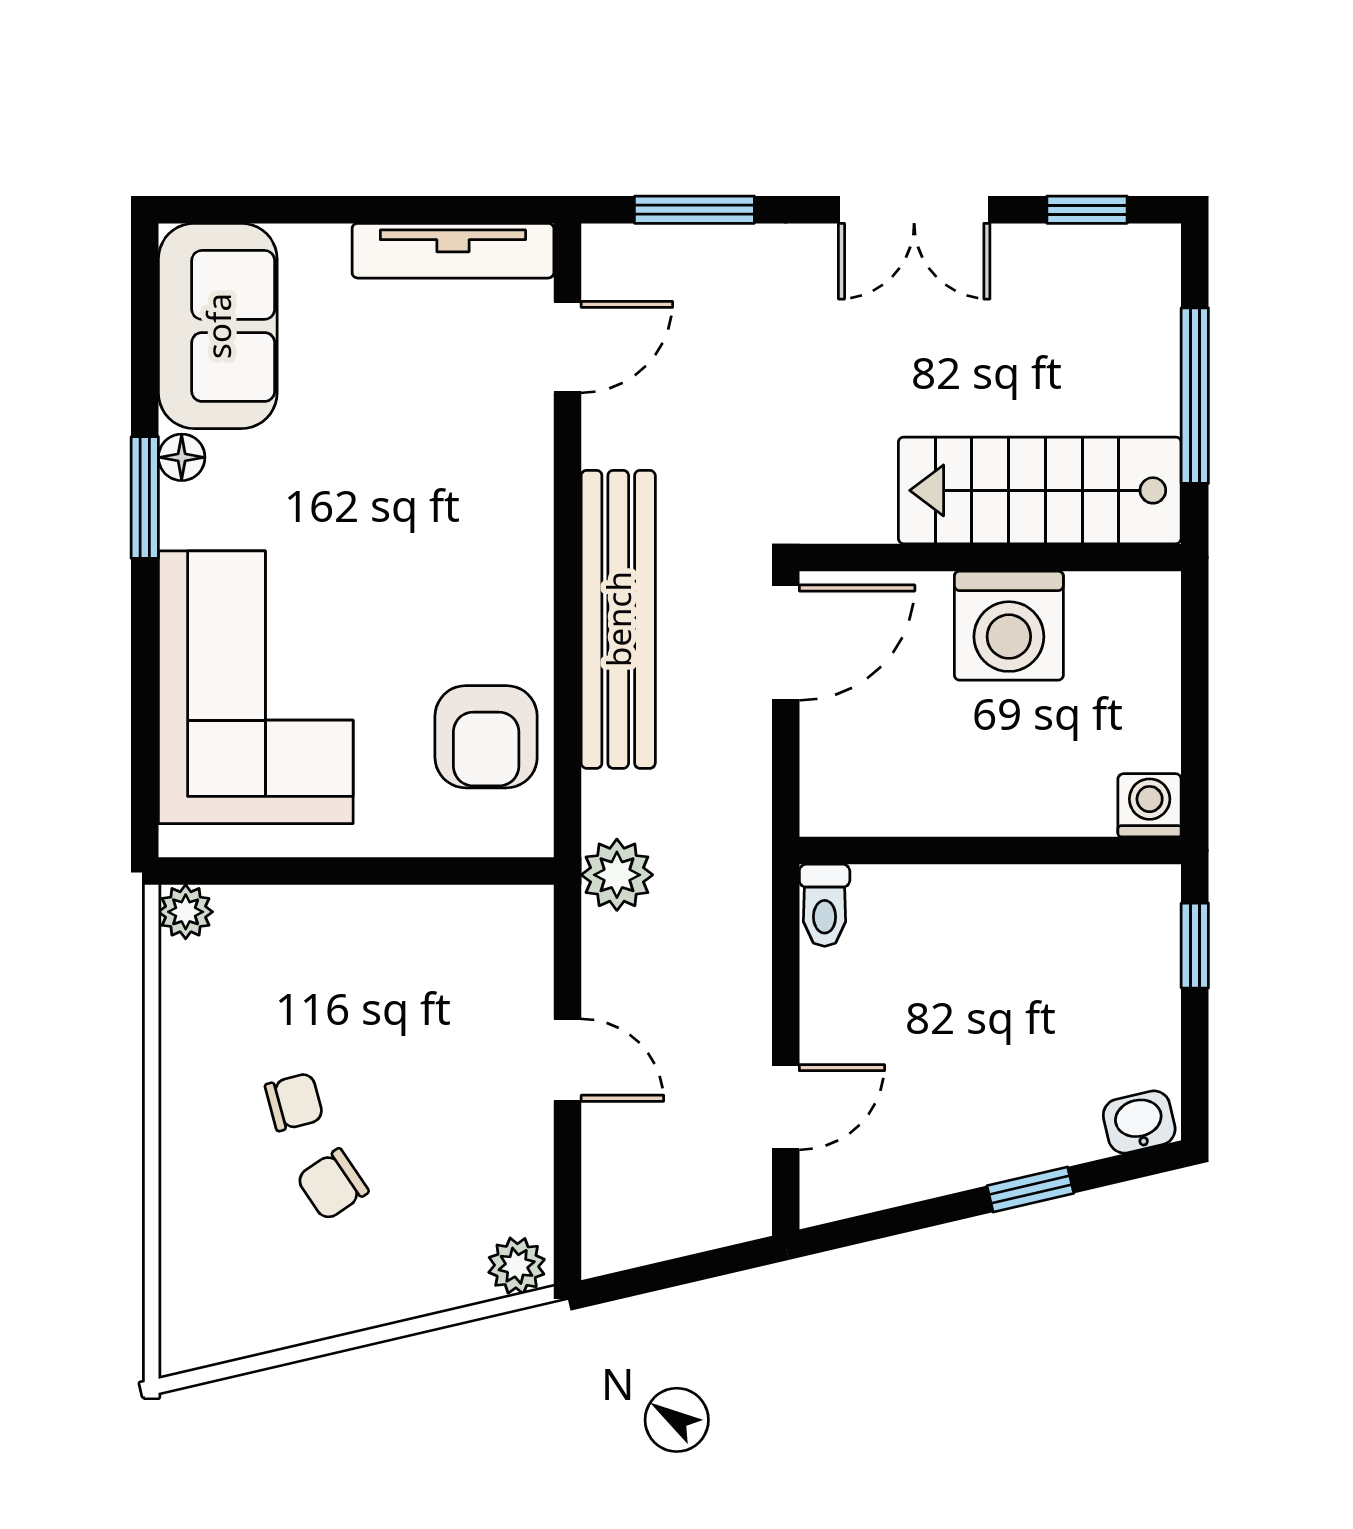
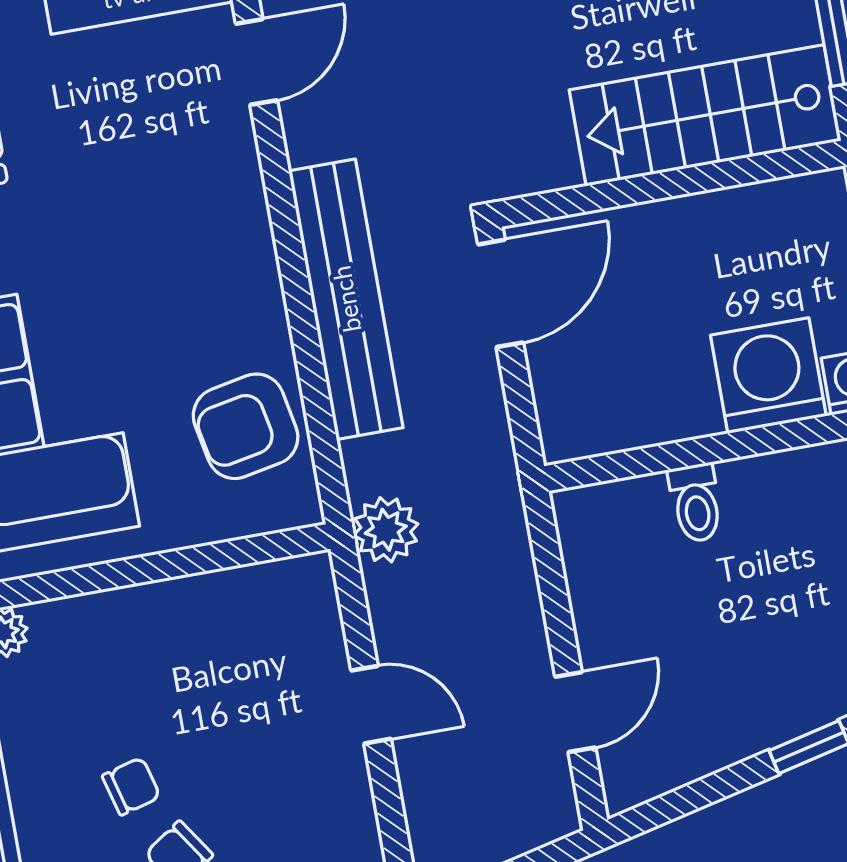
washing machine: (1009, 626) -> (768, 376), moved, turned 180
armchair: (486, 737) -> (246, 426), turned 79
toilet: (825, 905) -> (696, 503), moved

